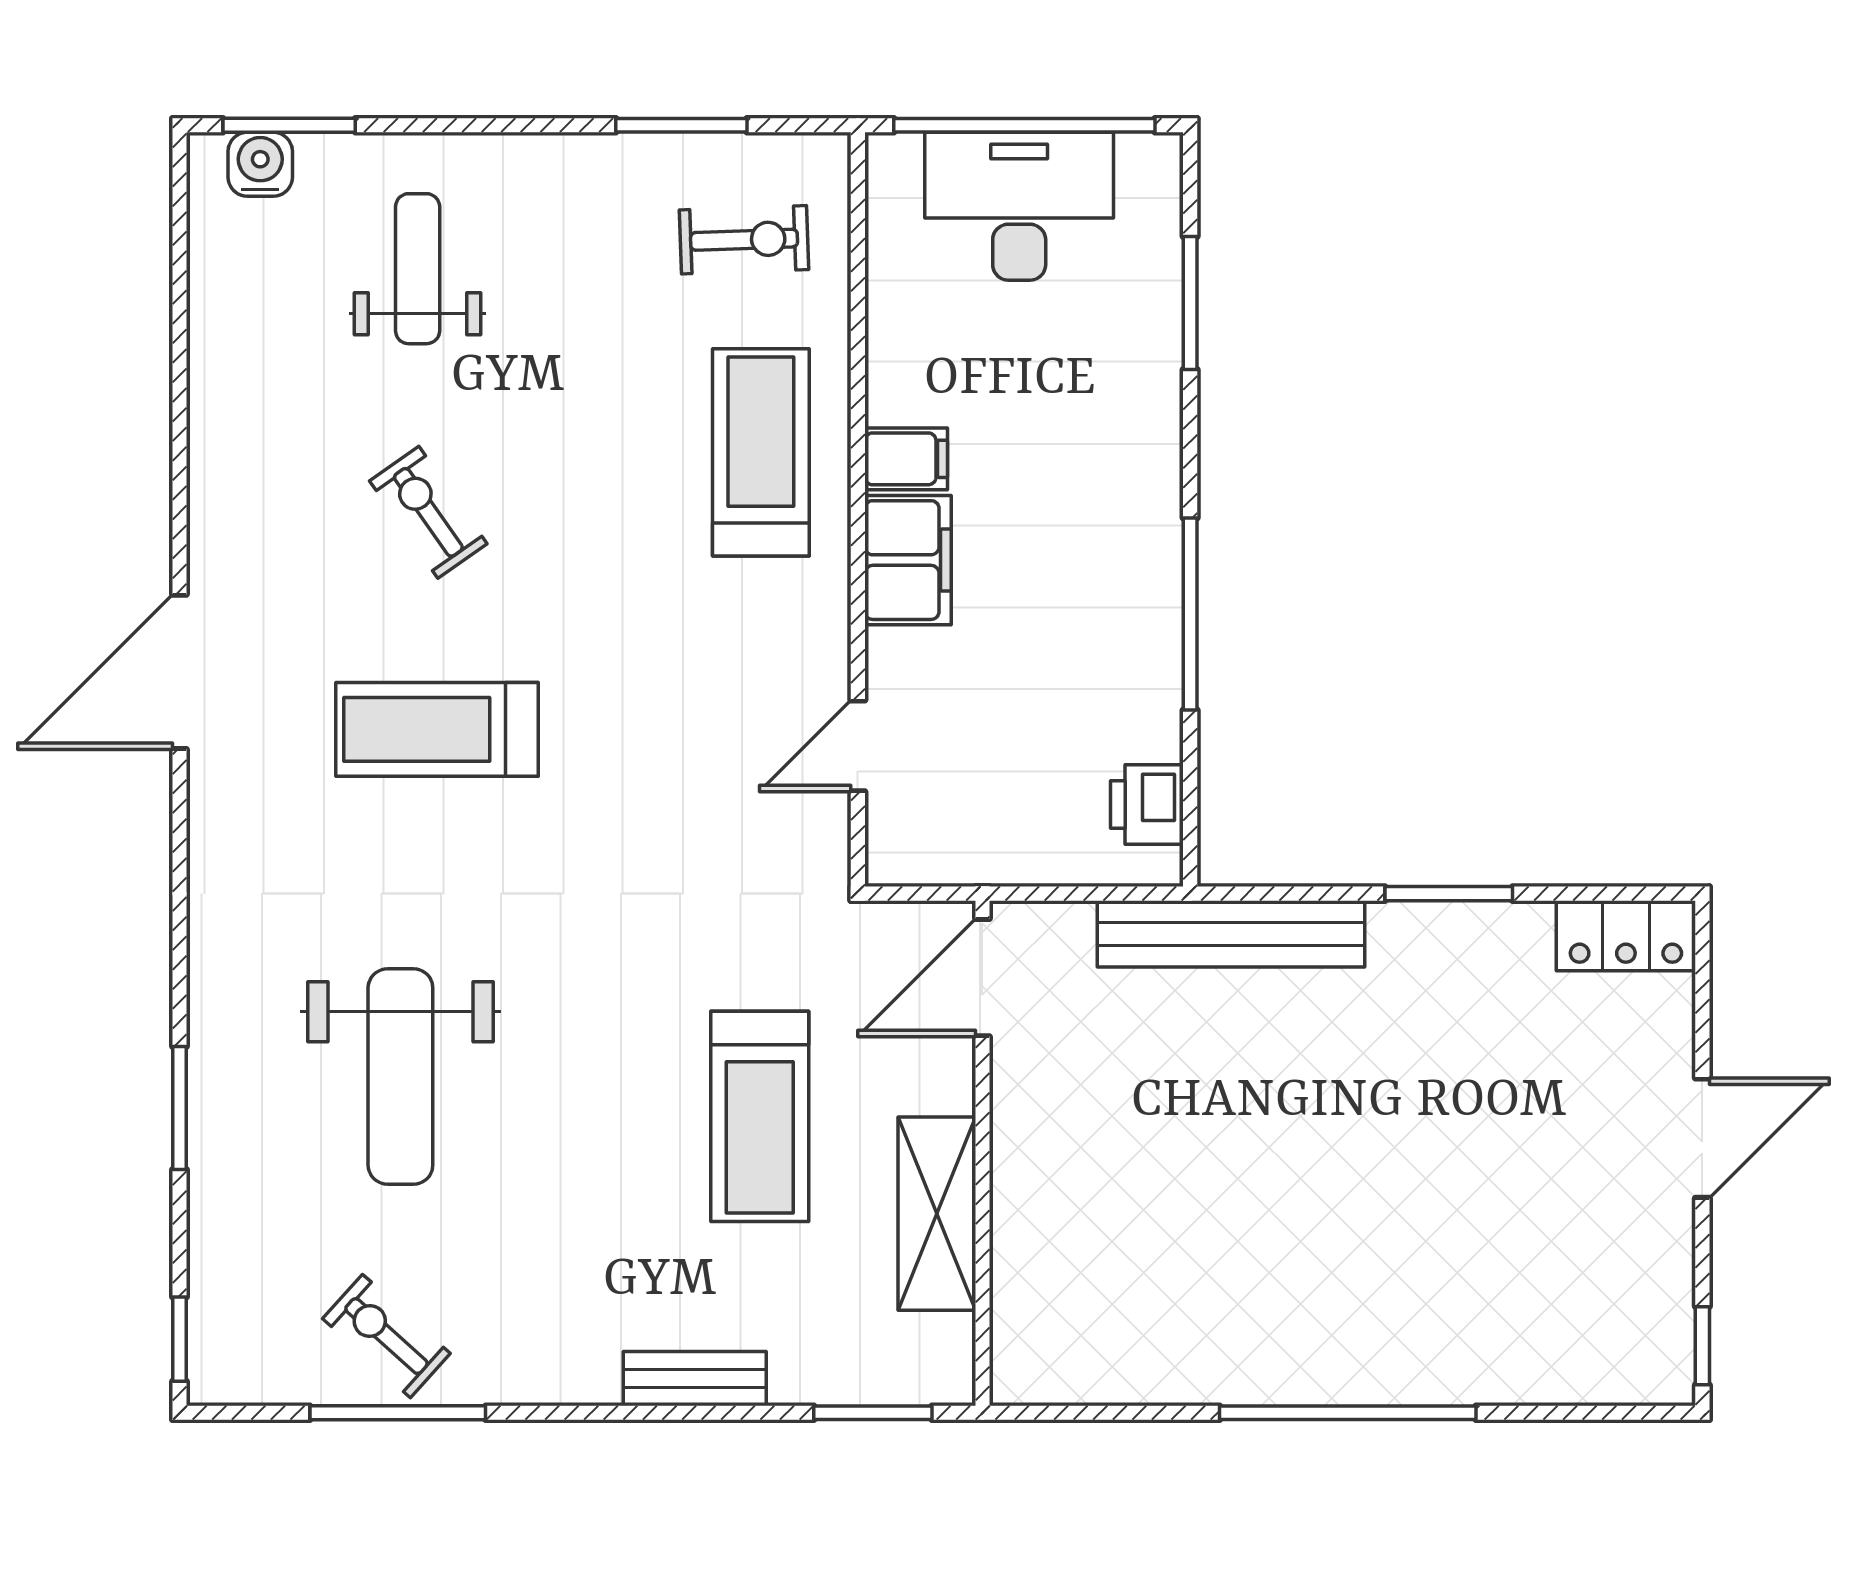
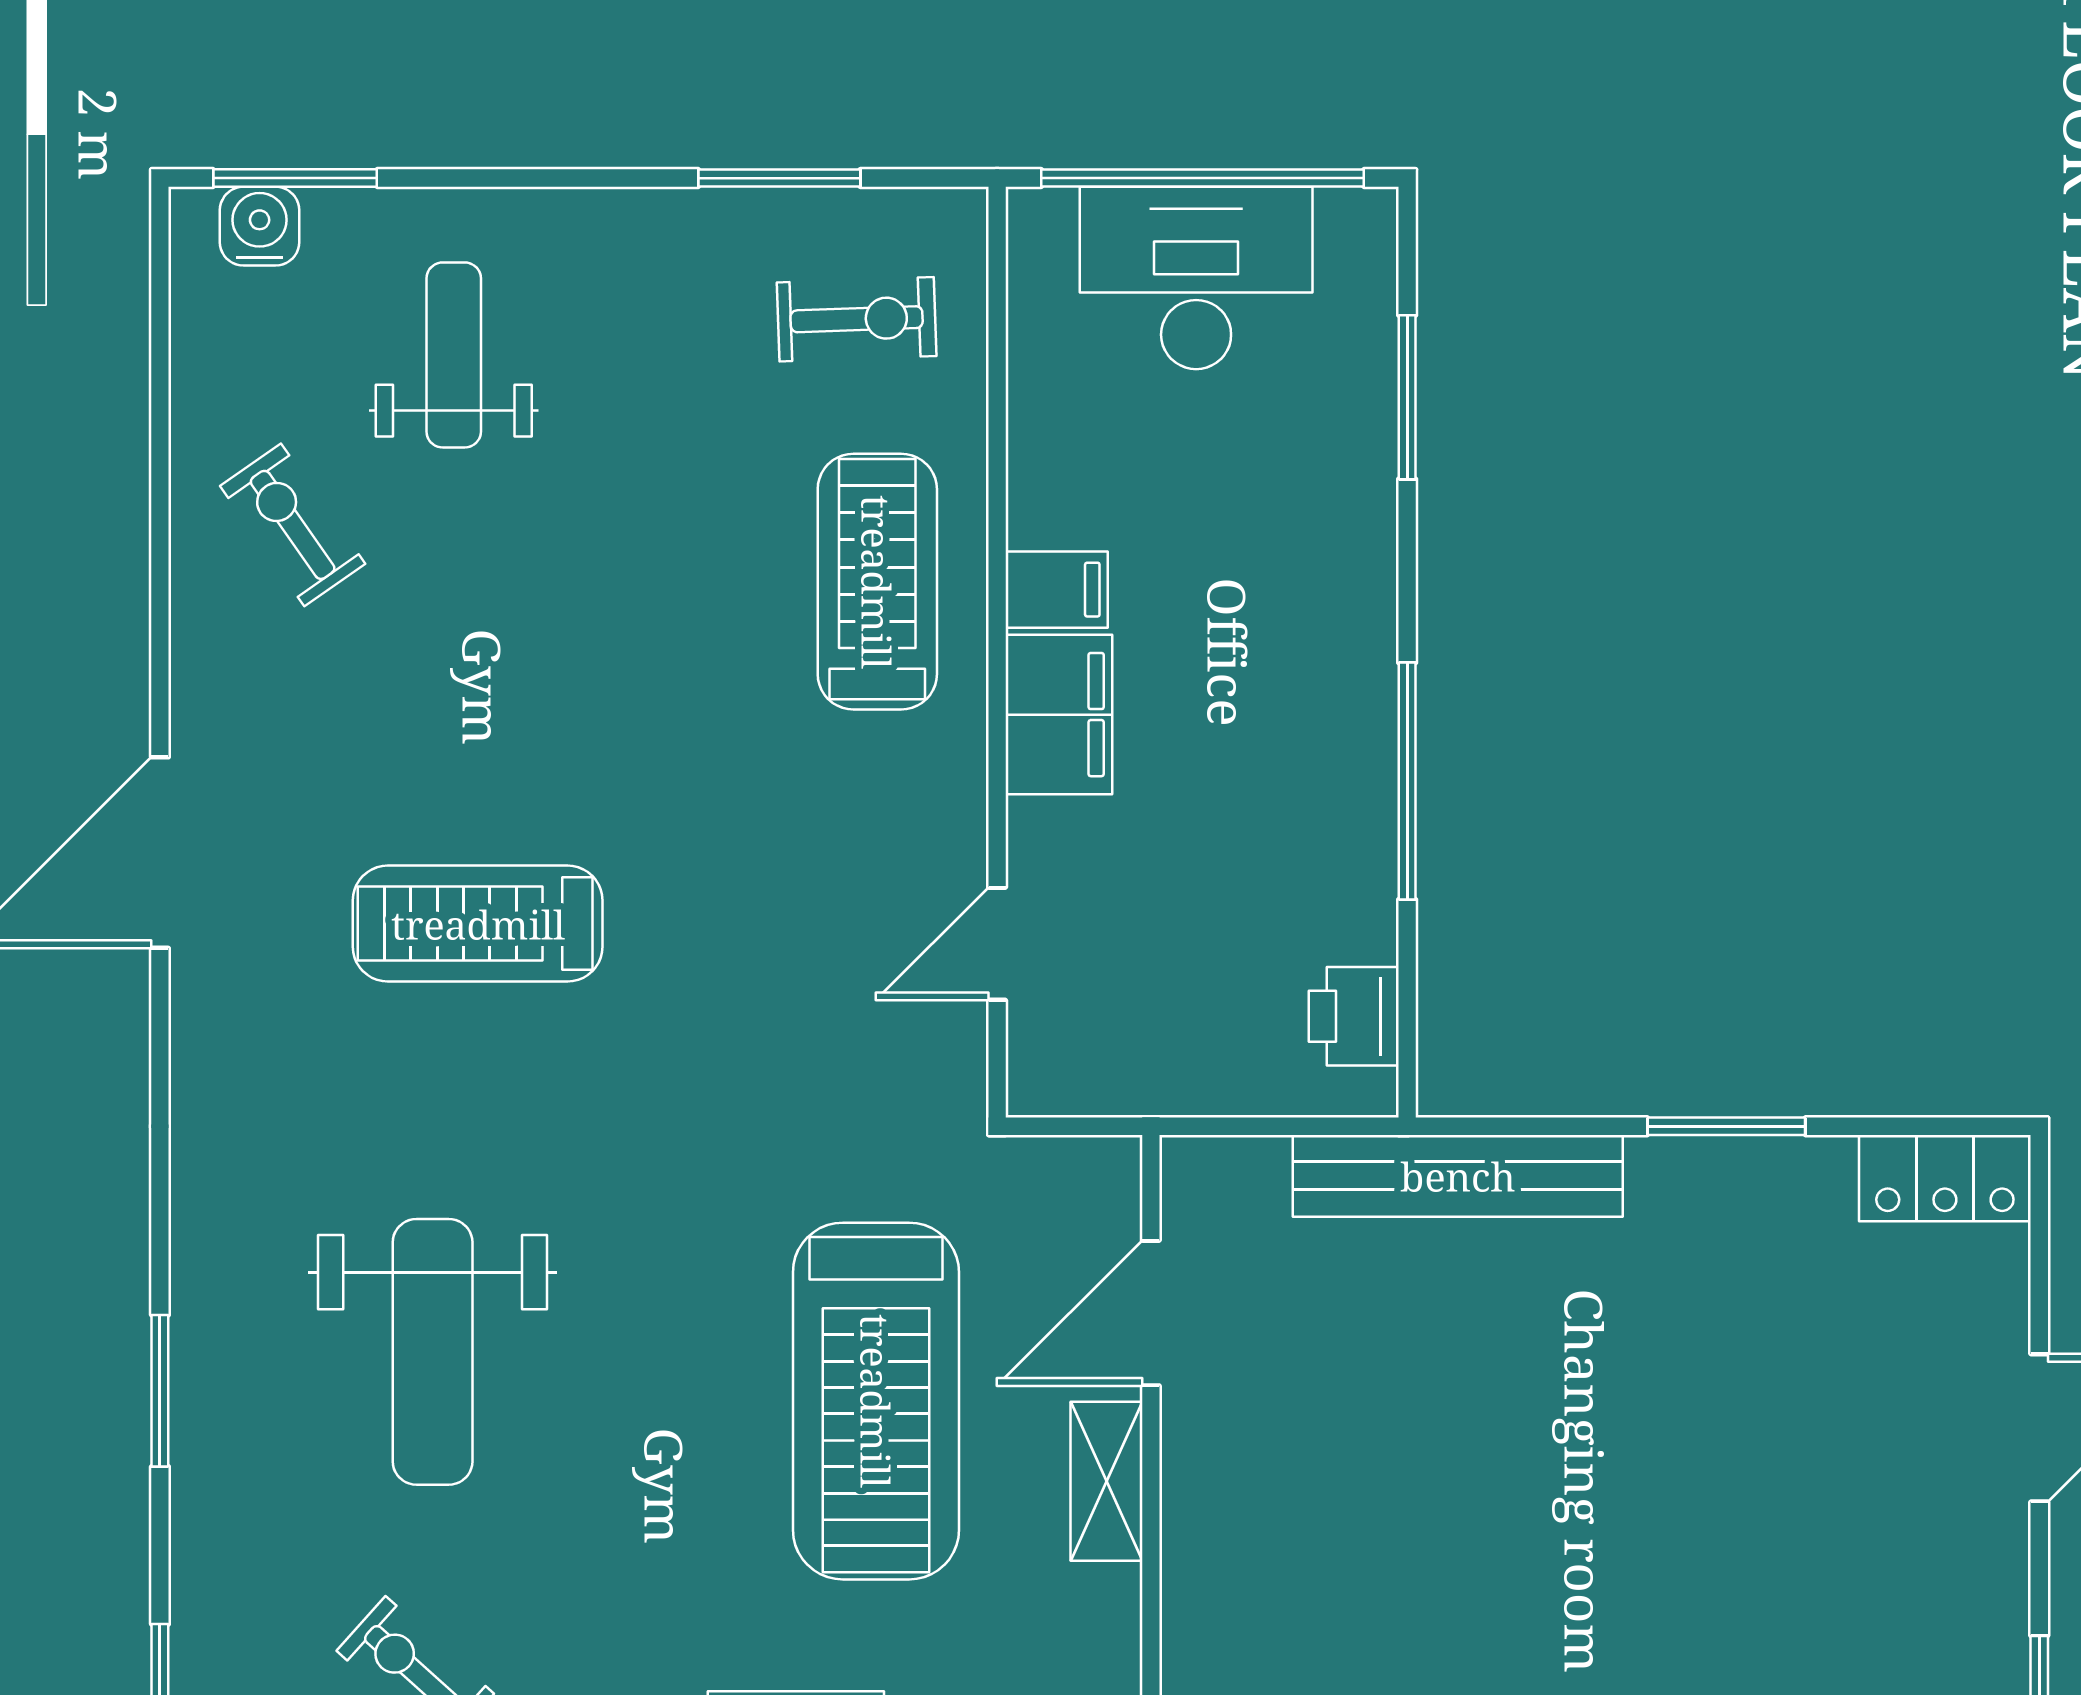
exercise bike: (428, 512) -> (293, 525), moved
door: (982, 978) -> (1151, 1313), moved
treadmill: (760, 1116) -> (876, 1401), width x1.37, depth x1.38
shelving: (937, 1214) -> (1106, 1481), width x0.67, depth x0.75

